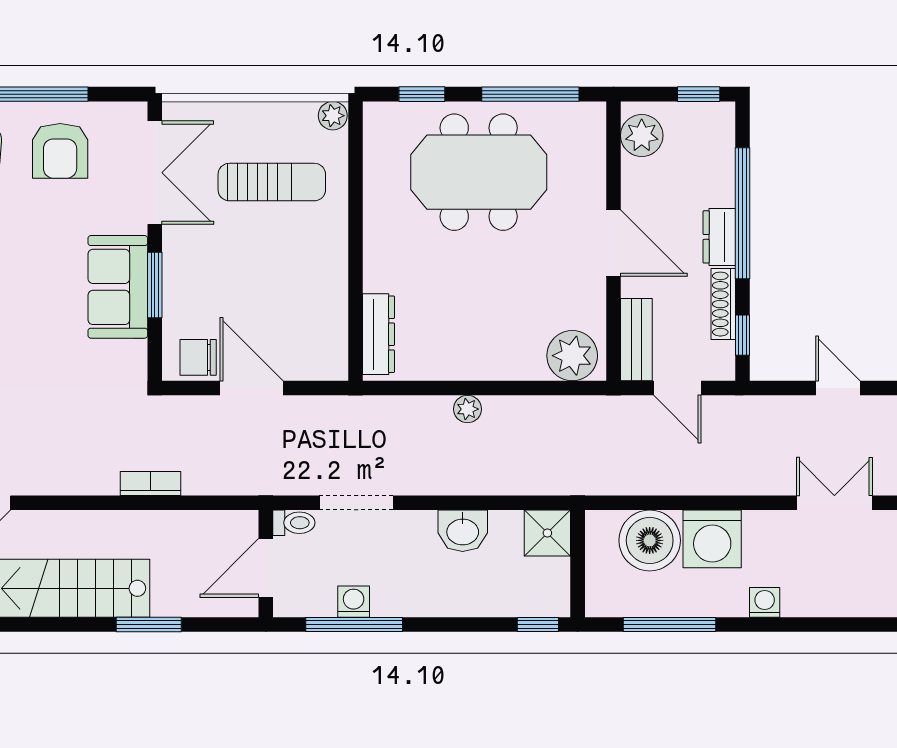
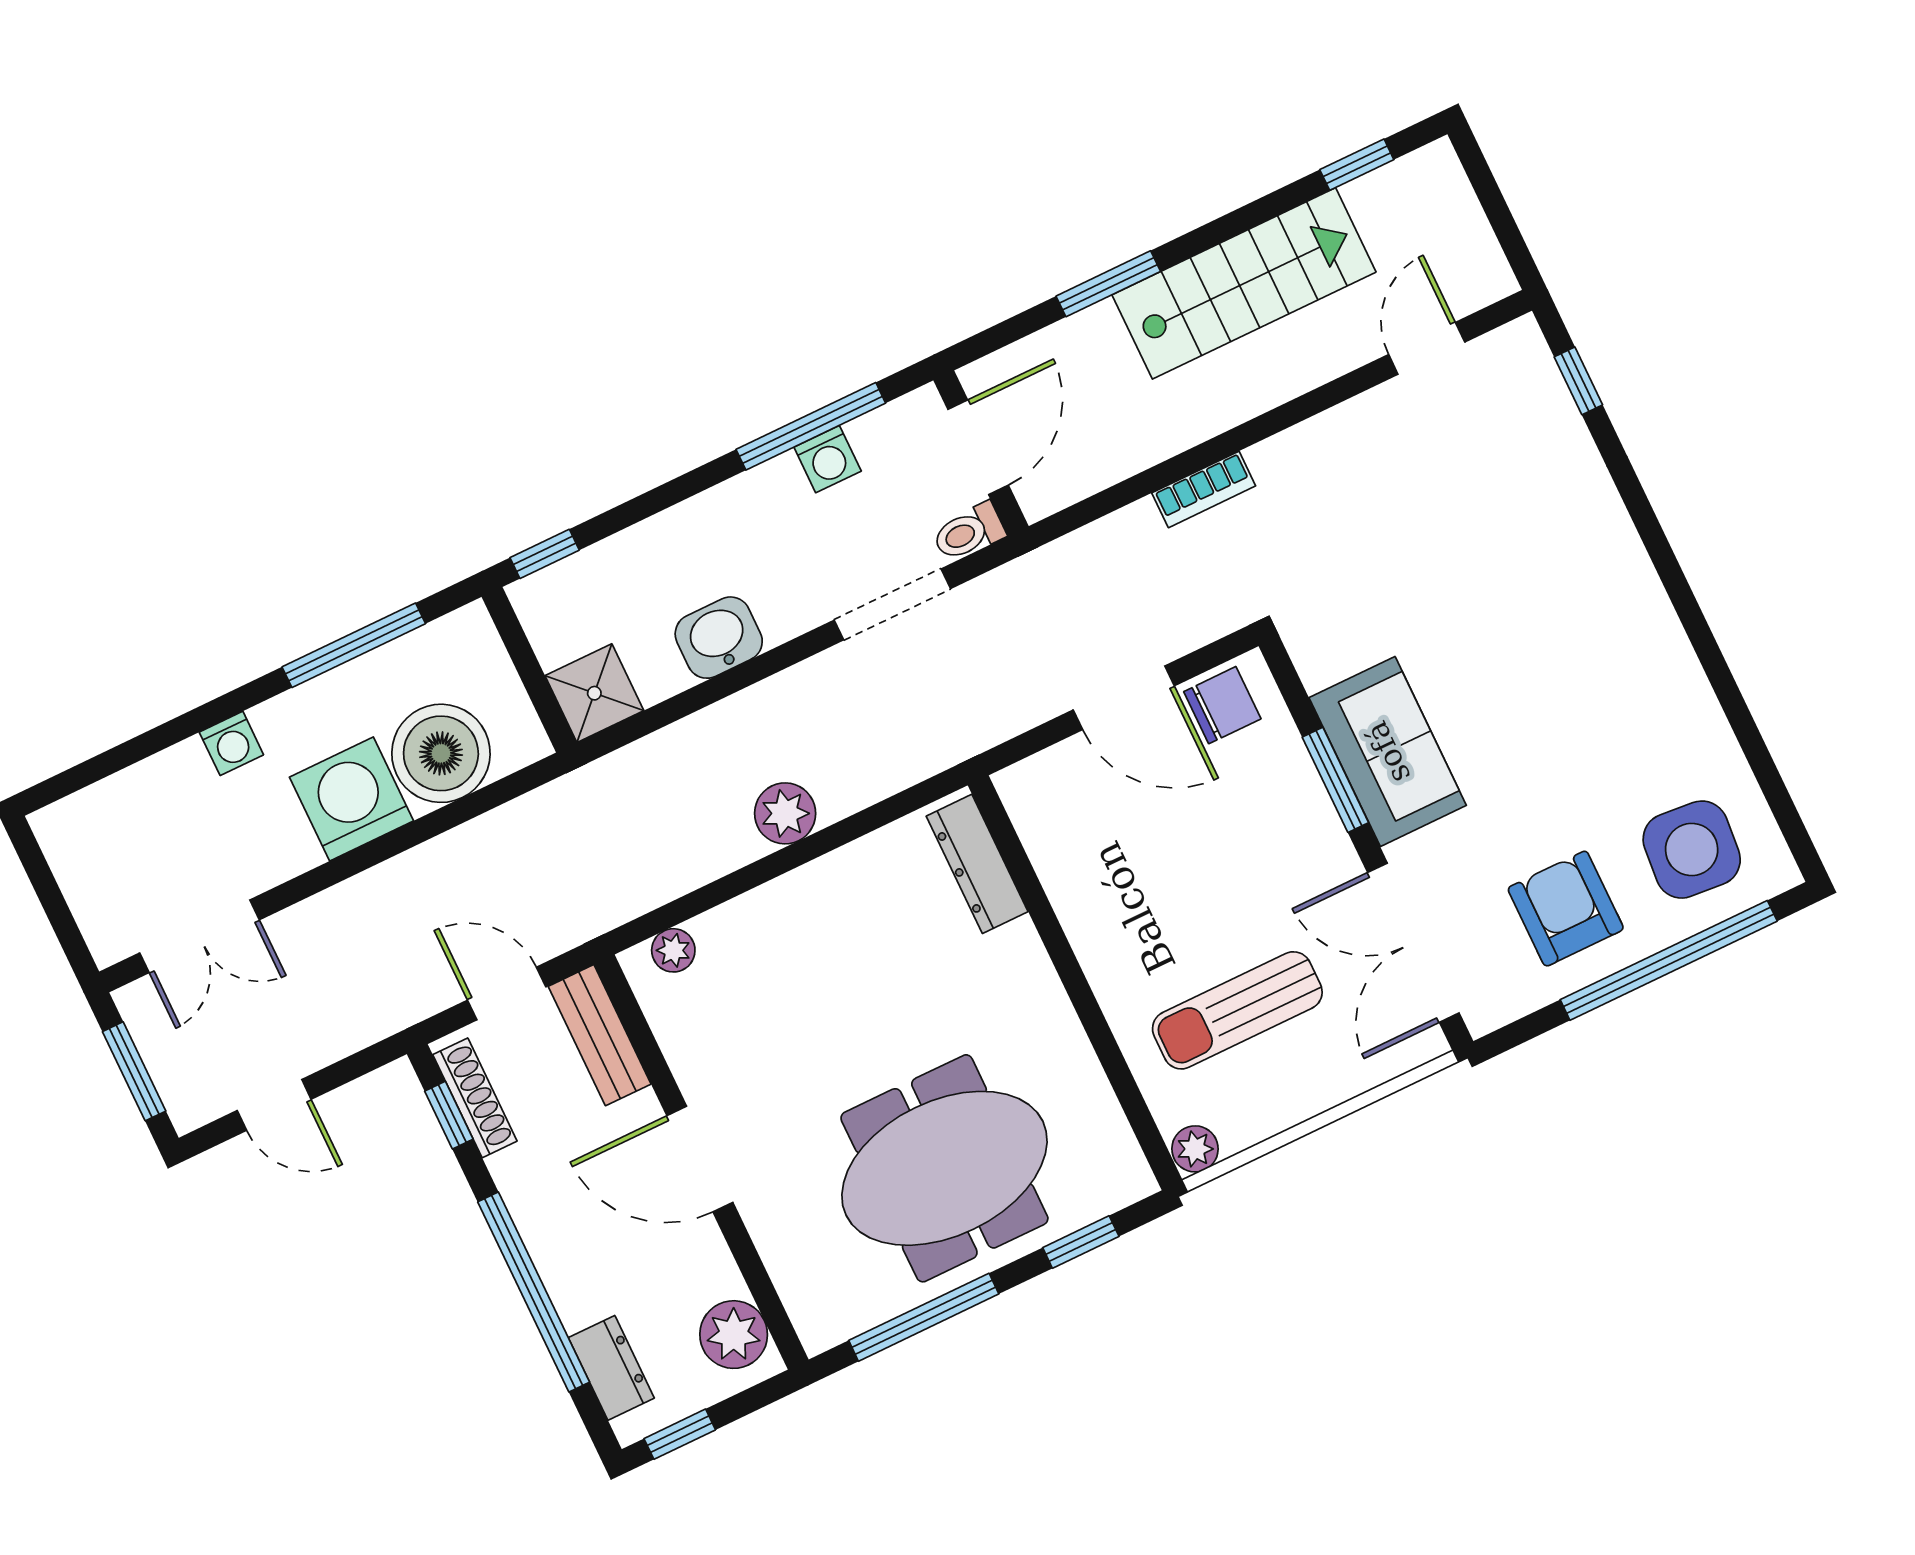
dresser: (719, 237) -> (611, 1368), moved
shoe rack: (723, 304) -> (475, 1098), moved
plant: (572, 356) -> (673, 950), width x0.53, depth x0.53
plant: (467, 409) -> (785, 813), width x1.38, depth x1.38

